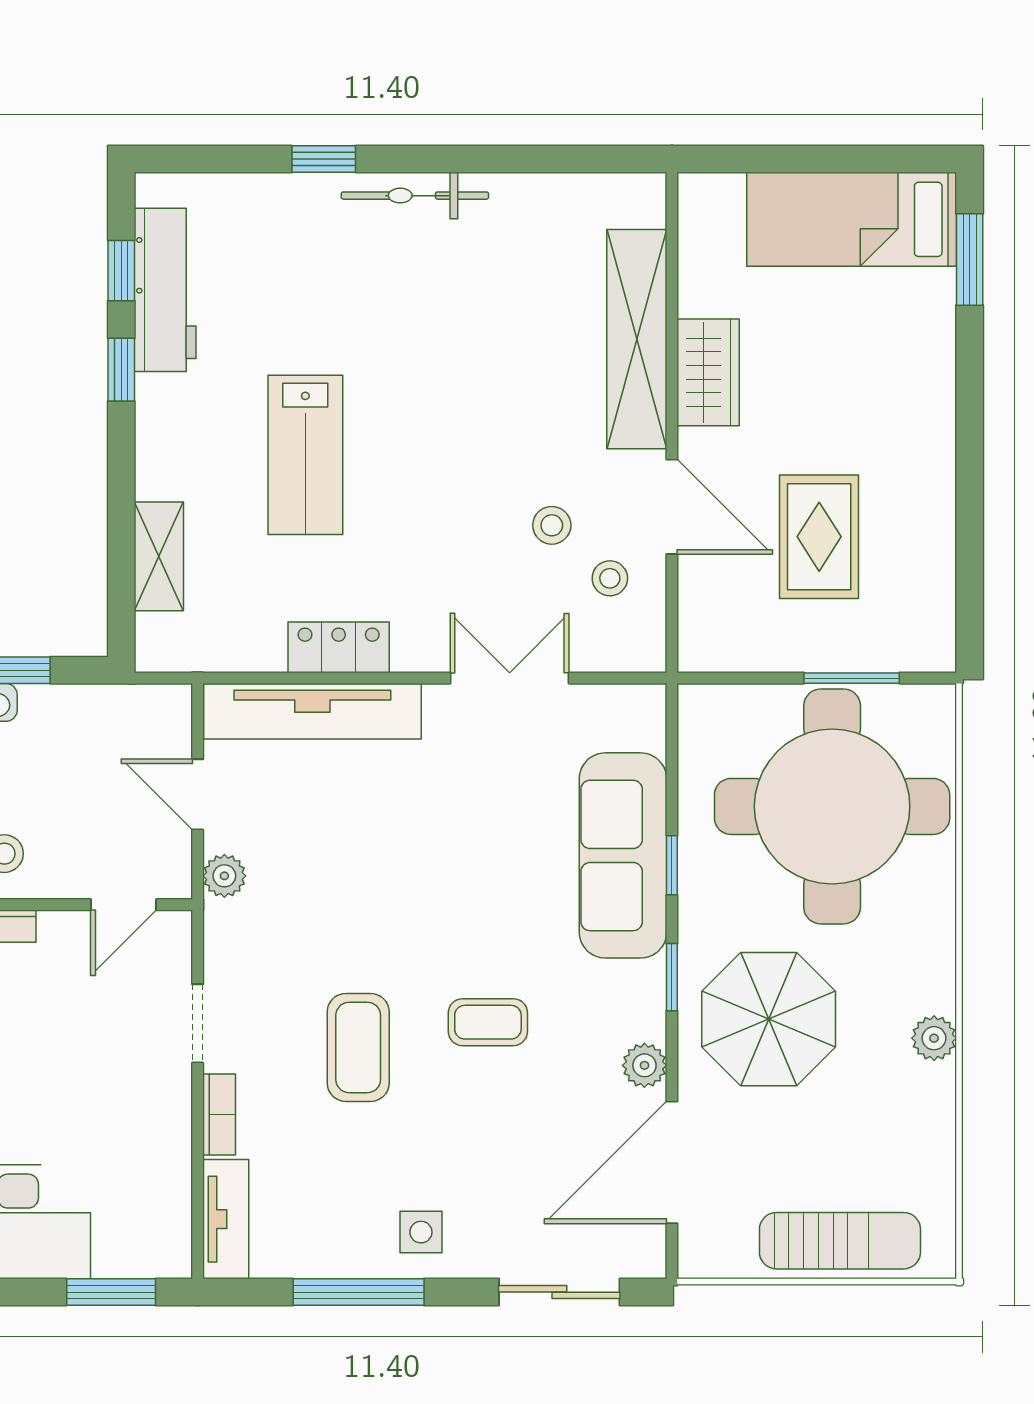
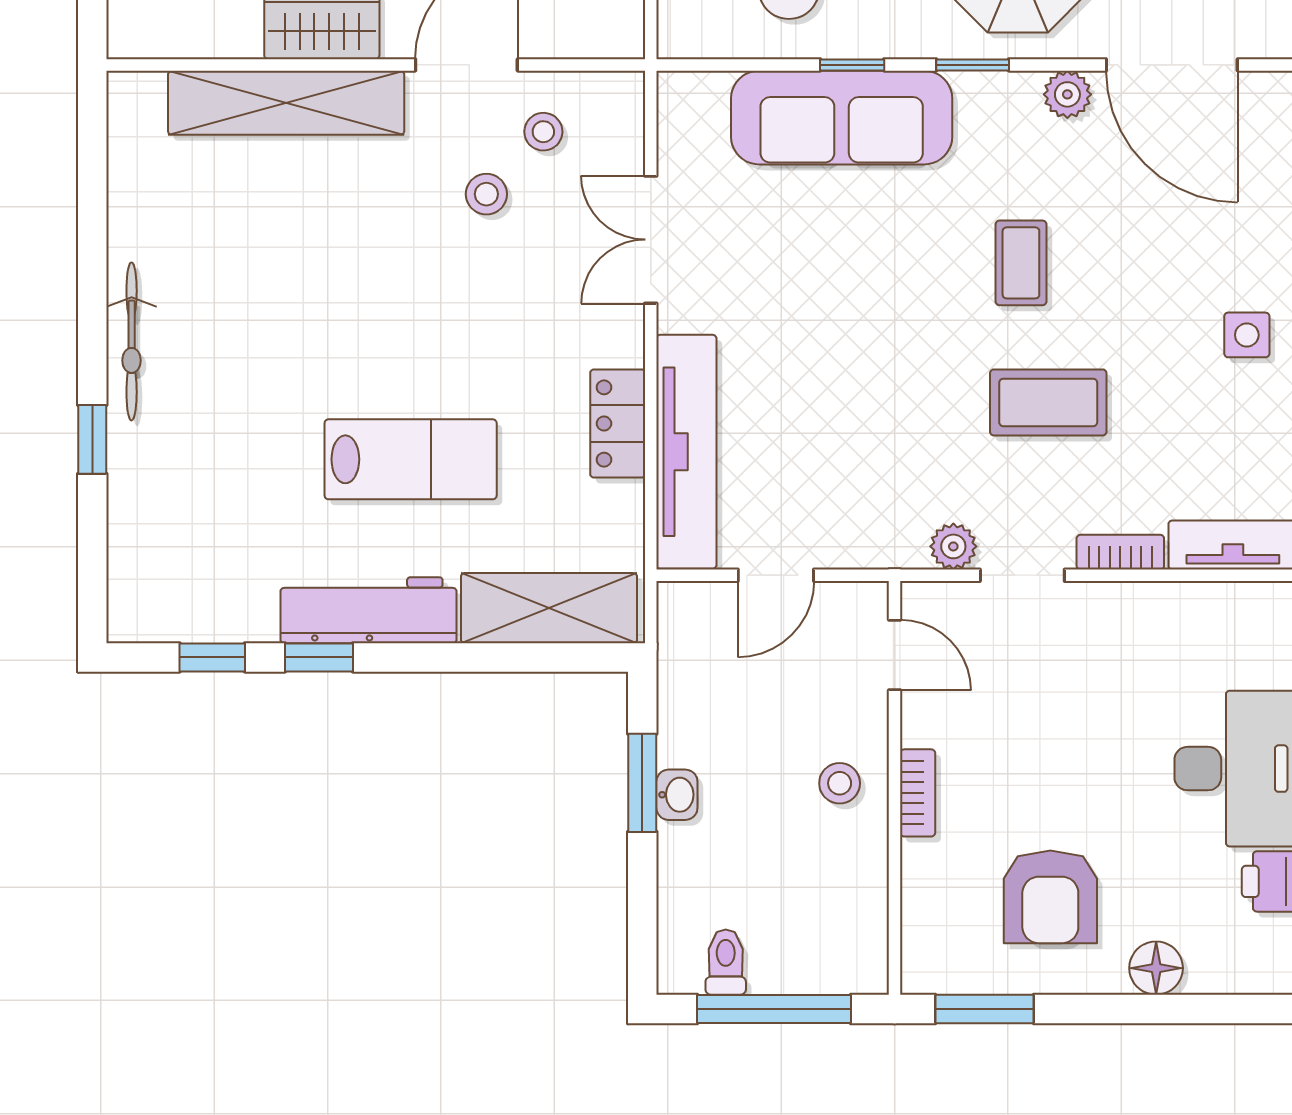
workbench: (165, 290) -> (369, 610), moved
shelving: (159, 556) -> (549, 608), width x1.50, depth x1.33
plant: (224, 876) -> (953, 546), moved

